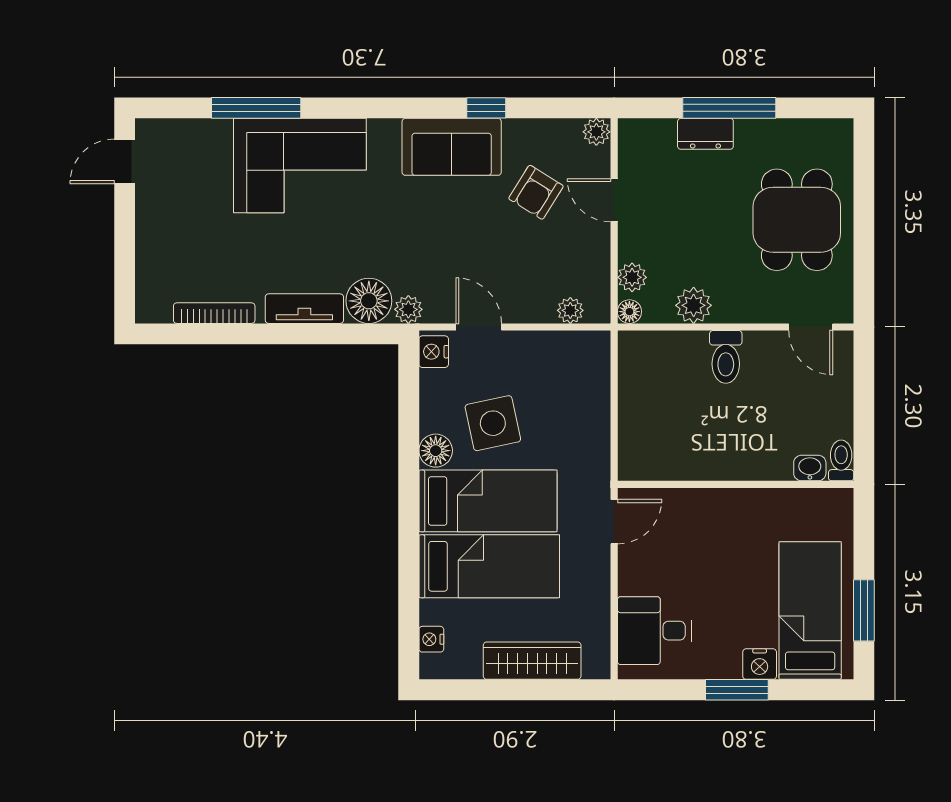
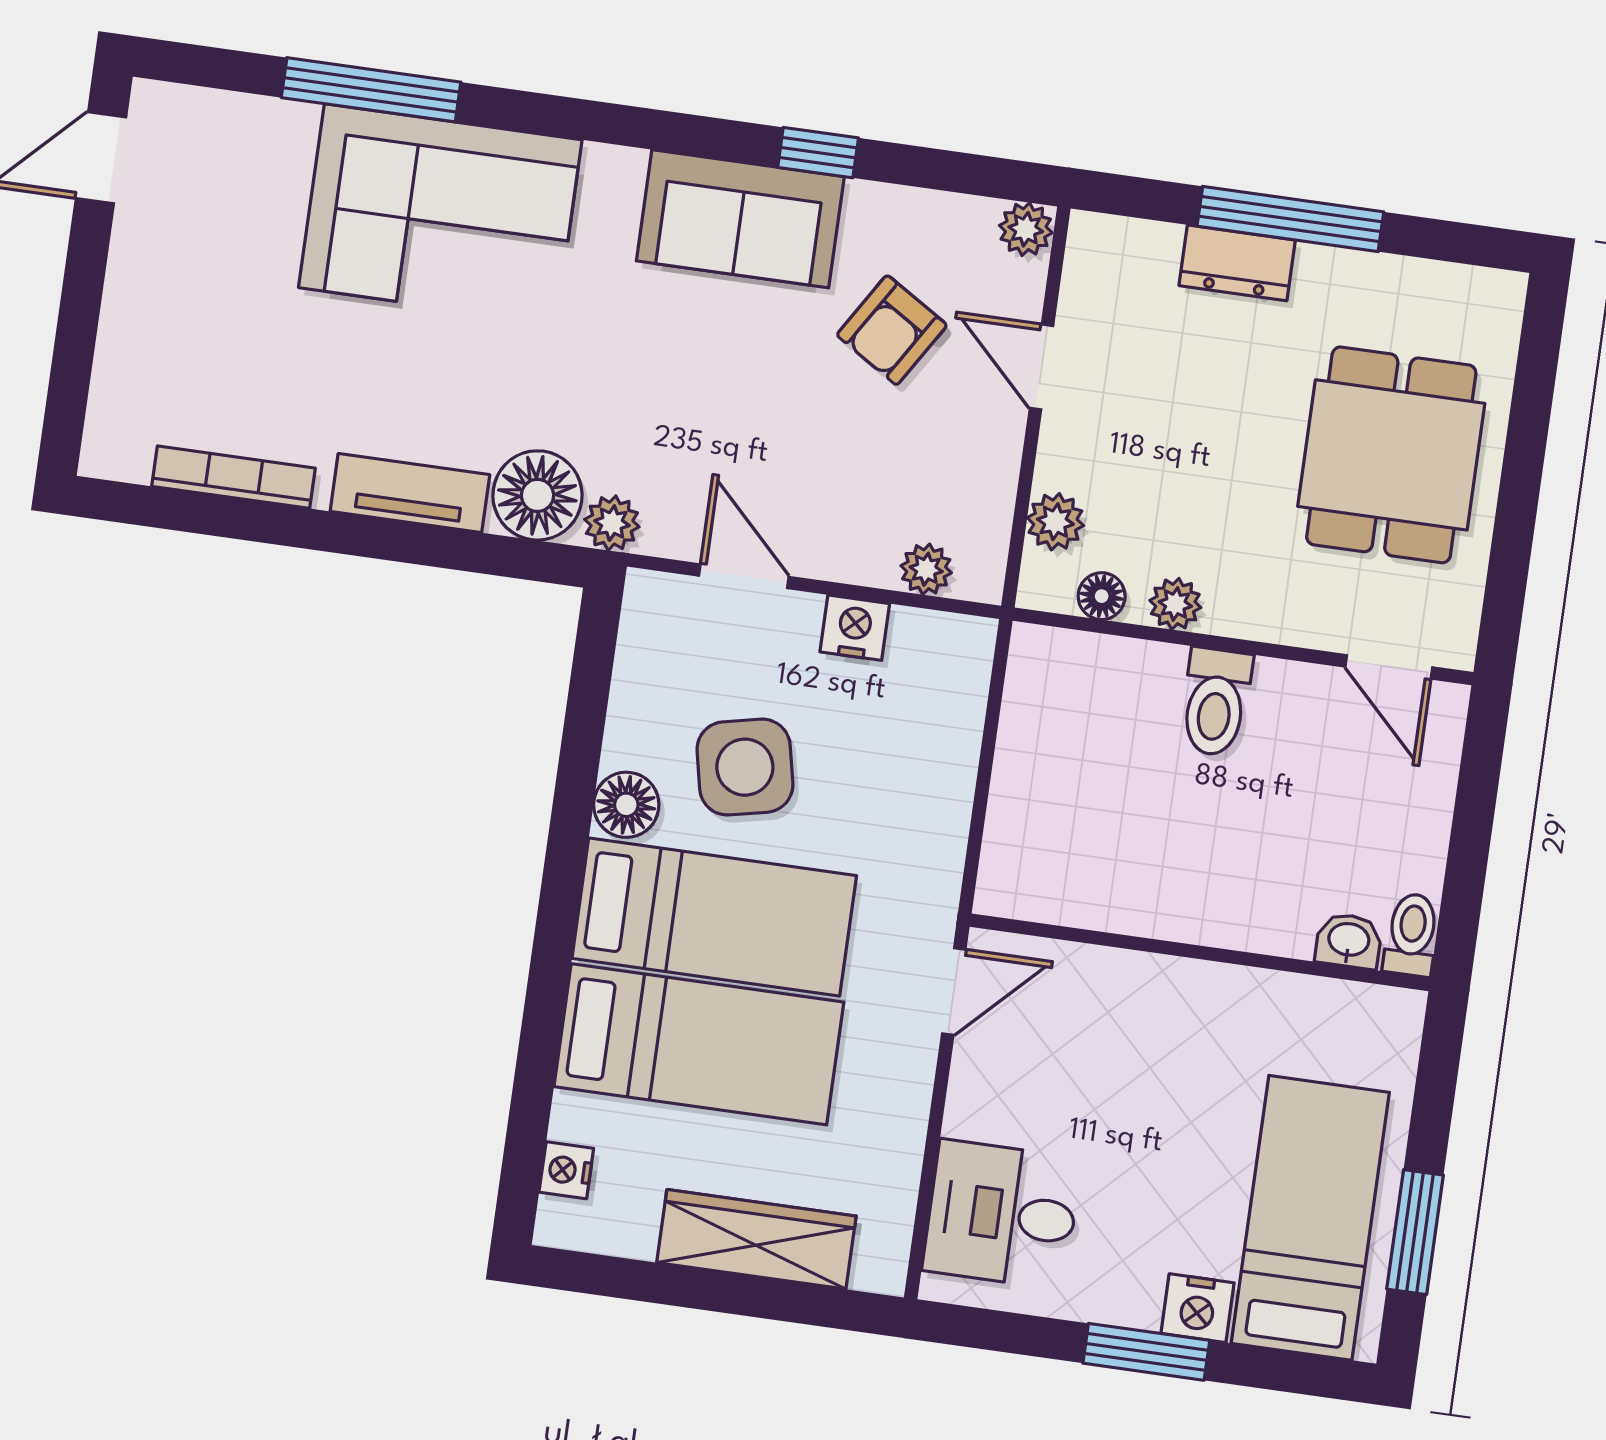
plant: (694, 305) -> (1175, 604), width x0.73, depth x0.73
floor lamp: (629, 312) -> (1102, 596), moved
nightstand: (434, 352) -> (855, 628), moved, turned 90

